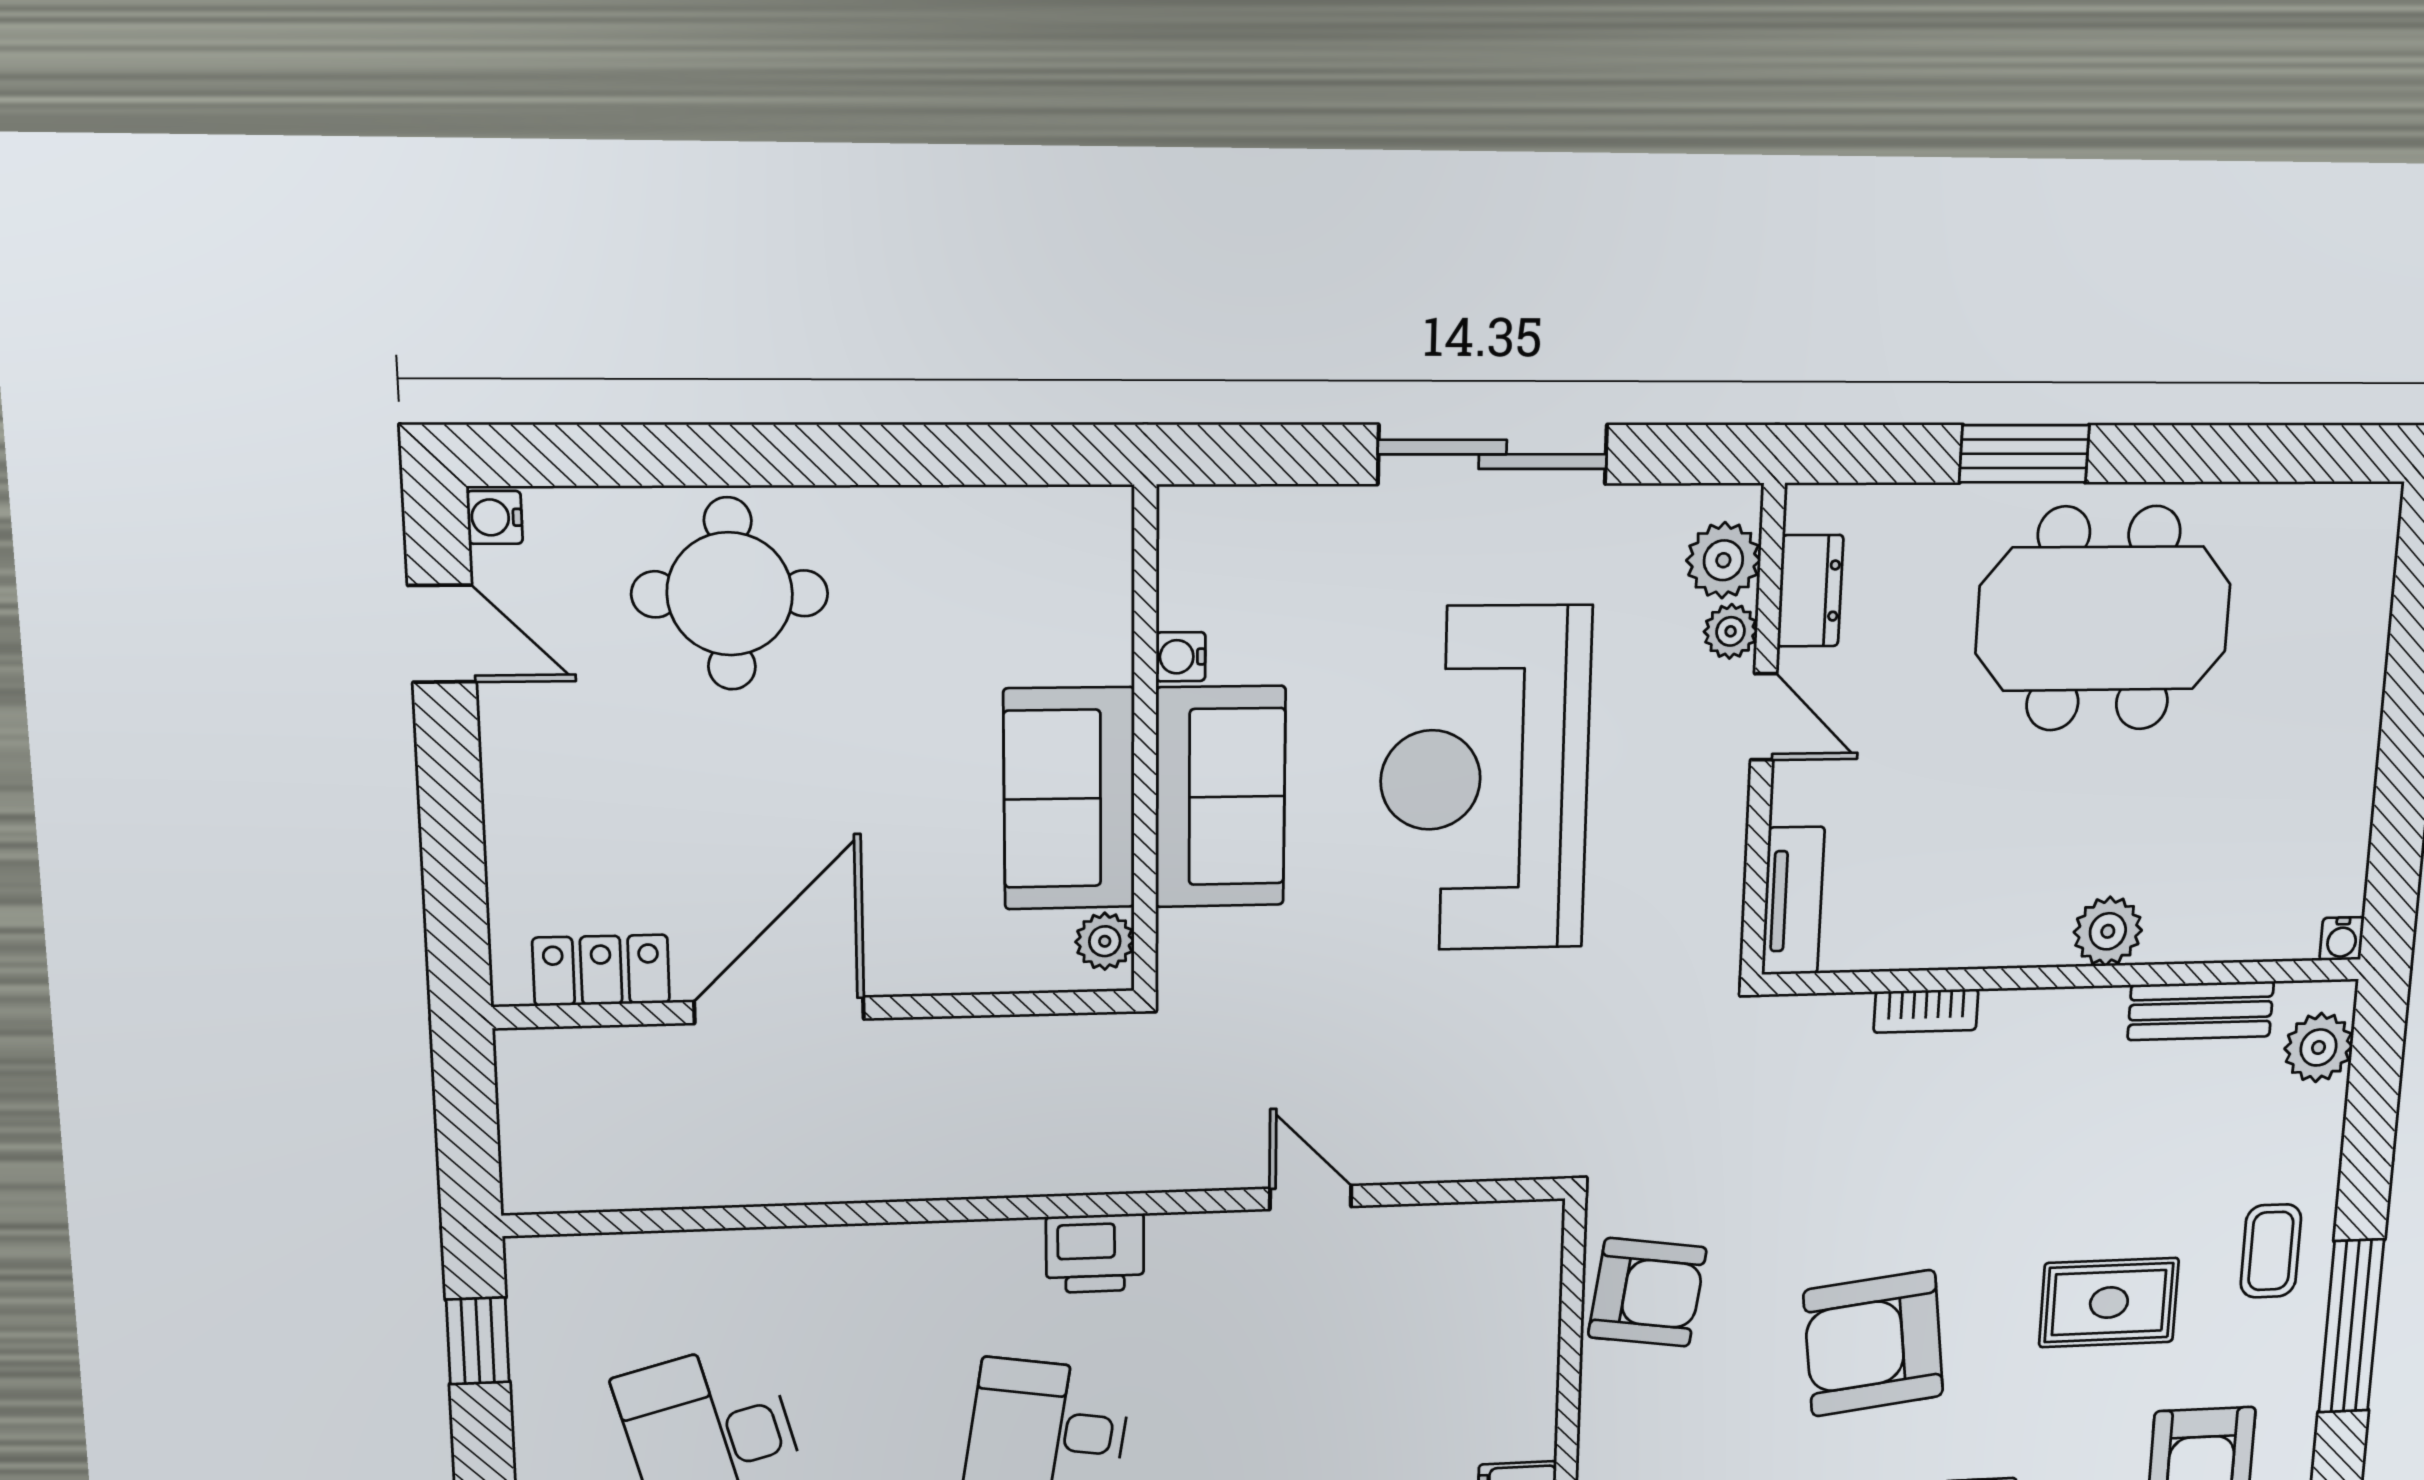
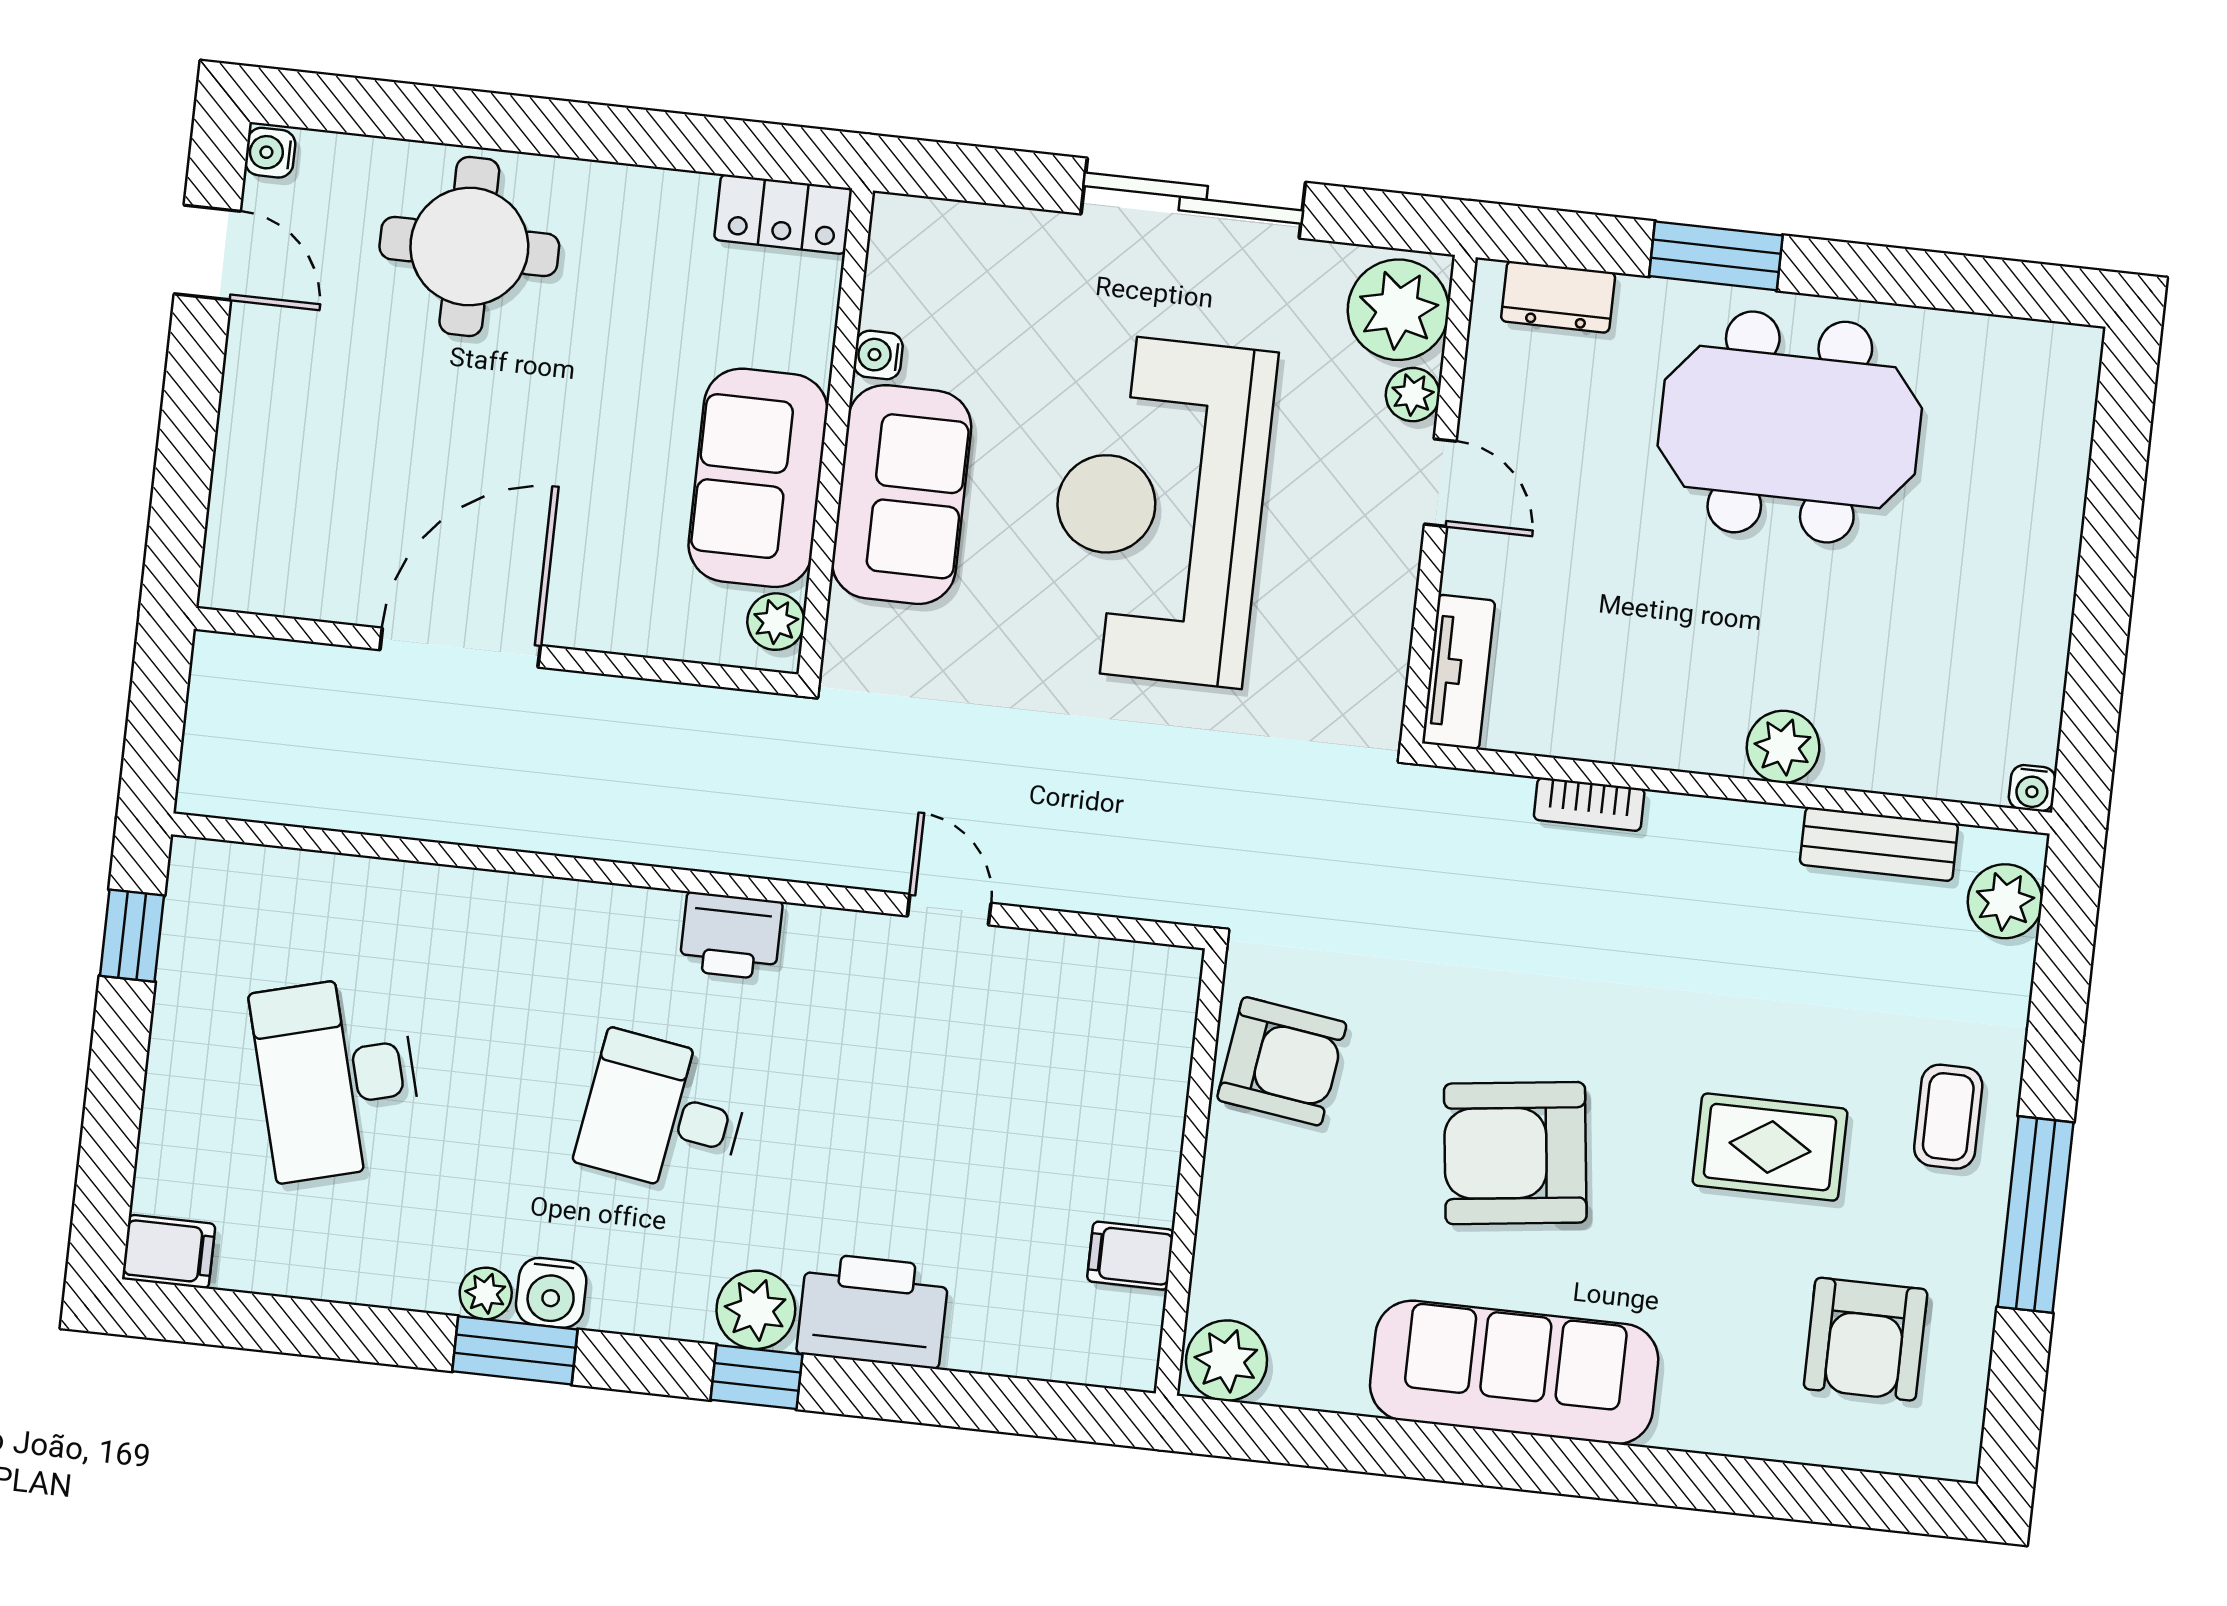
plant: (1723, 560) -> (1398, 310), width x1.36, depth x1.36
dresser: (1810, 591) -> (1558, 297), moved, turned 90
locker: (601, 970) -> (783, 214), moved, turned 180

